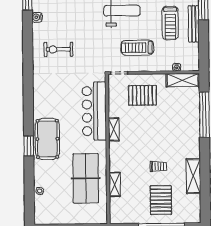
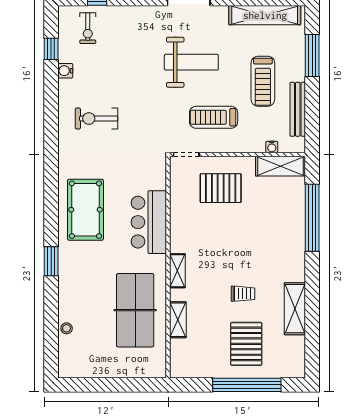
bench: (194, 24) -> (298, 109), moved
bar counter: (94, 111) -> (149, 222), width x0.73
shelving: (114, 129) -> (177, 271), moved
pool table: (47, 139) -> (85, 210), moved

